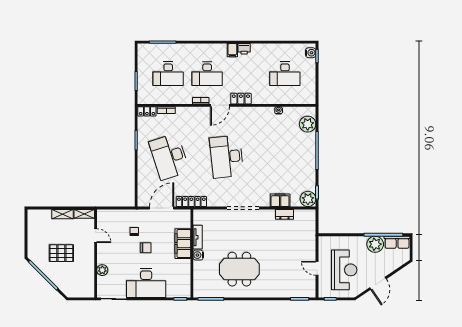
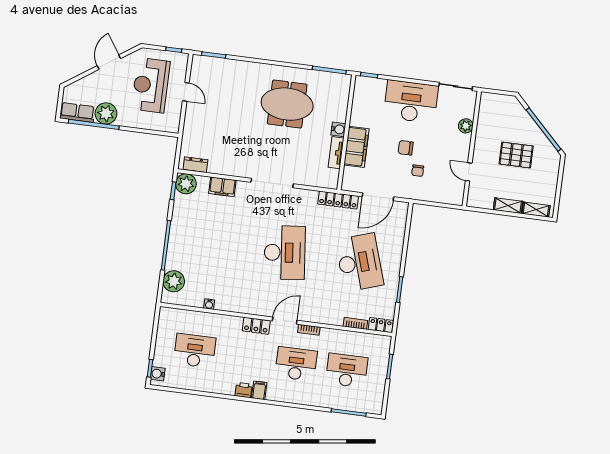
shelving: (84, 214) -> (536, 210), moved
dresser: (284, 214) -> (195, 165), moved

